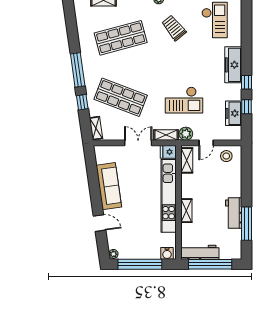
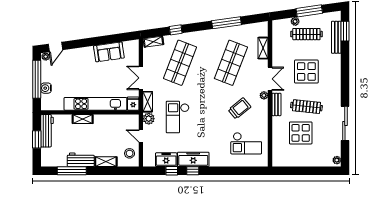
shop shelf: (121, 38) -> (231, 63), turned 36
freezer: (233, 65) -> (193, 159), moved
window: (78, 70) -> (227, 23), moved
double door: (138, 143) -> (141, 78), swing flipped
shelving: (187, 160) -> (106, 162), moved
sofa: (109, 186) -> (109, 52), width x0.73
door: (99, 223) -> (55, 47), moved
water cooler: (167, 253) -> (46, 88), moved
window: (210, 264) -> (37, 139), width x0.47

